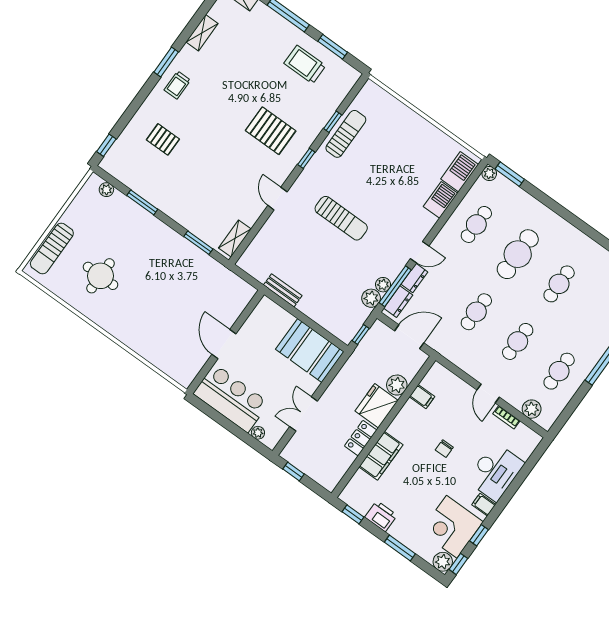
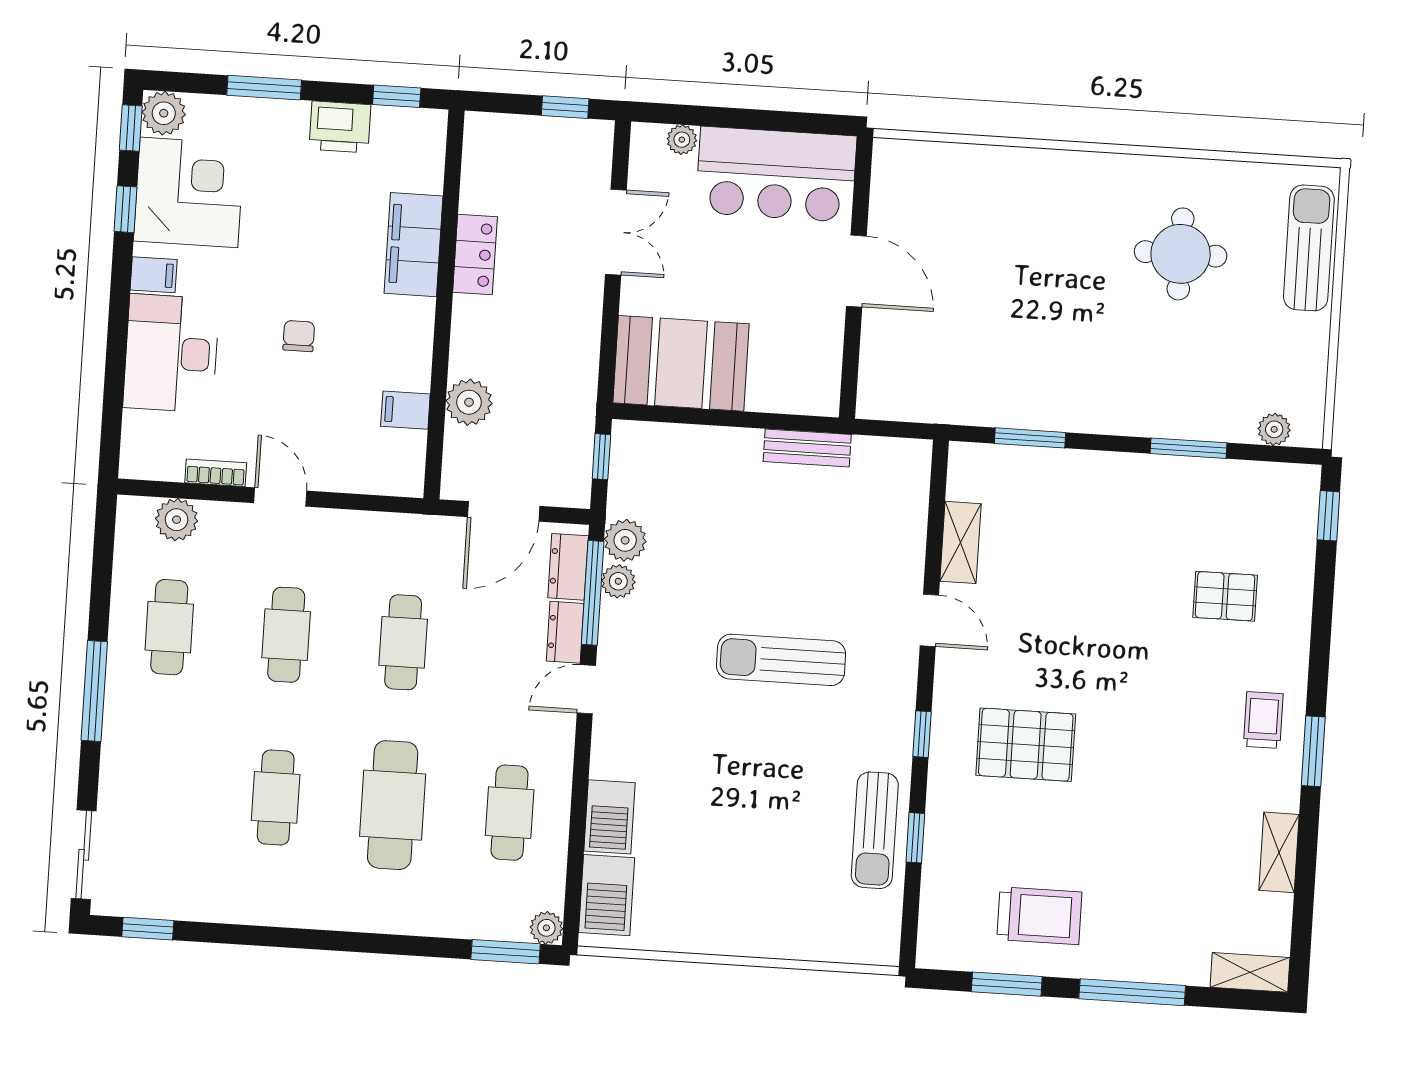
shelving: (235, 238) -> (960, 542), moved
fridge: (377, 406) -> (483, 337), removed

